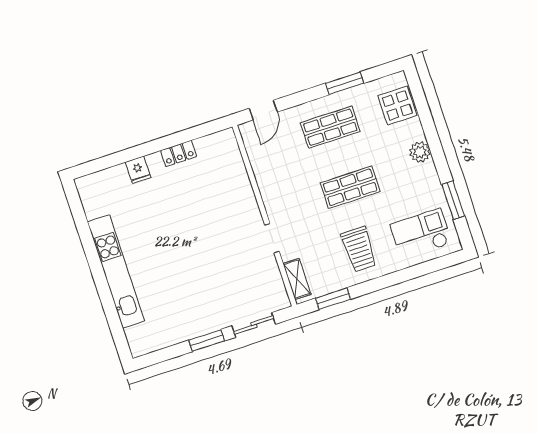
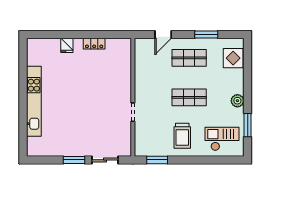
door: (263, 110) -> (163, 35), moved
plant: (420, 152) -> (237, 101), moved
shelving: (297, 279) -> (140, 141), removed

